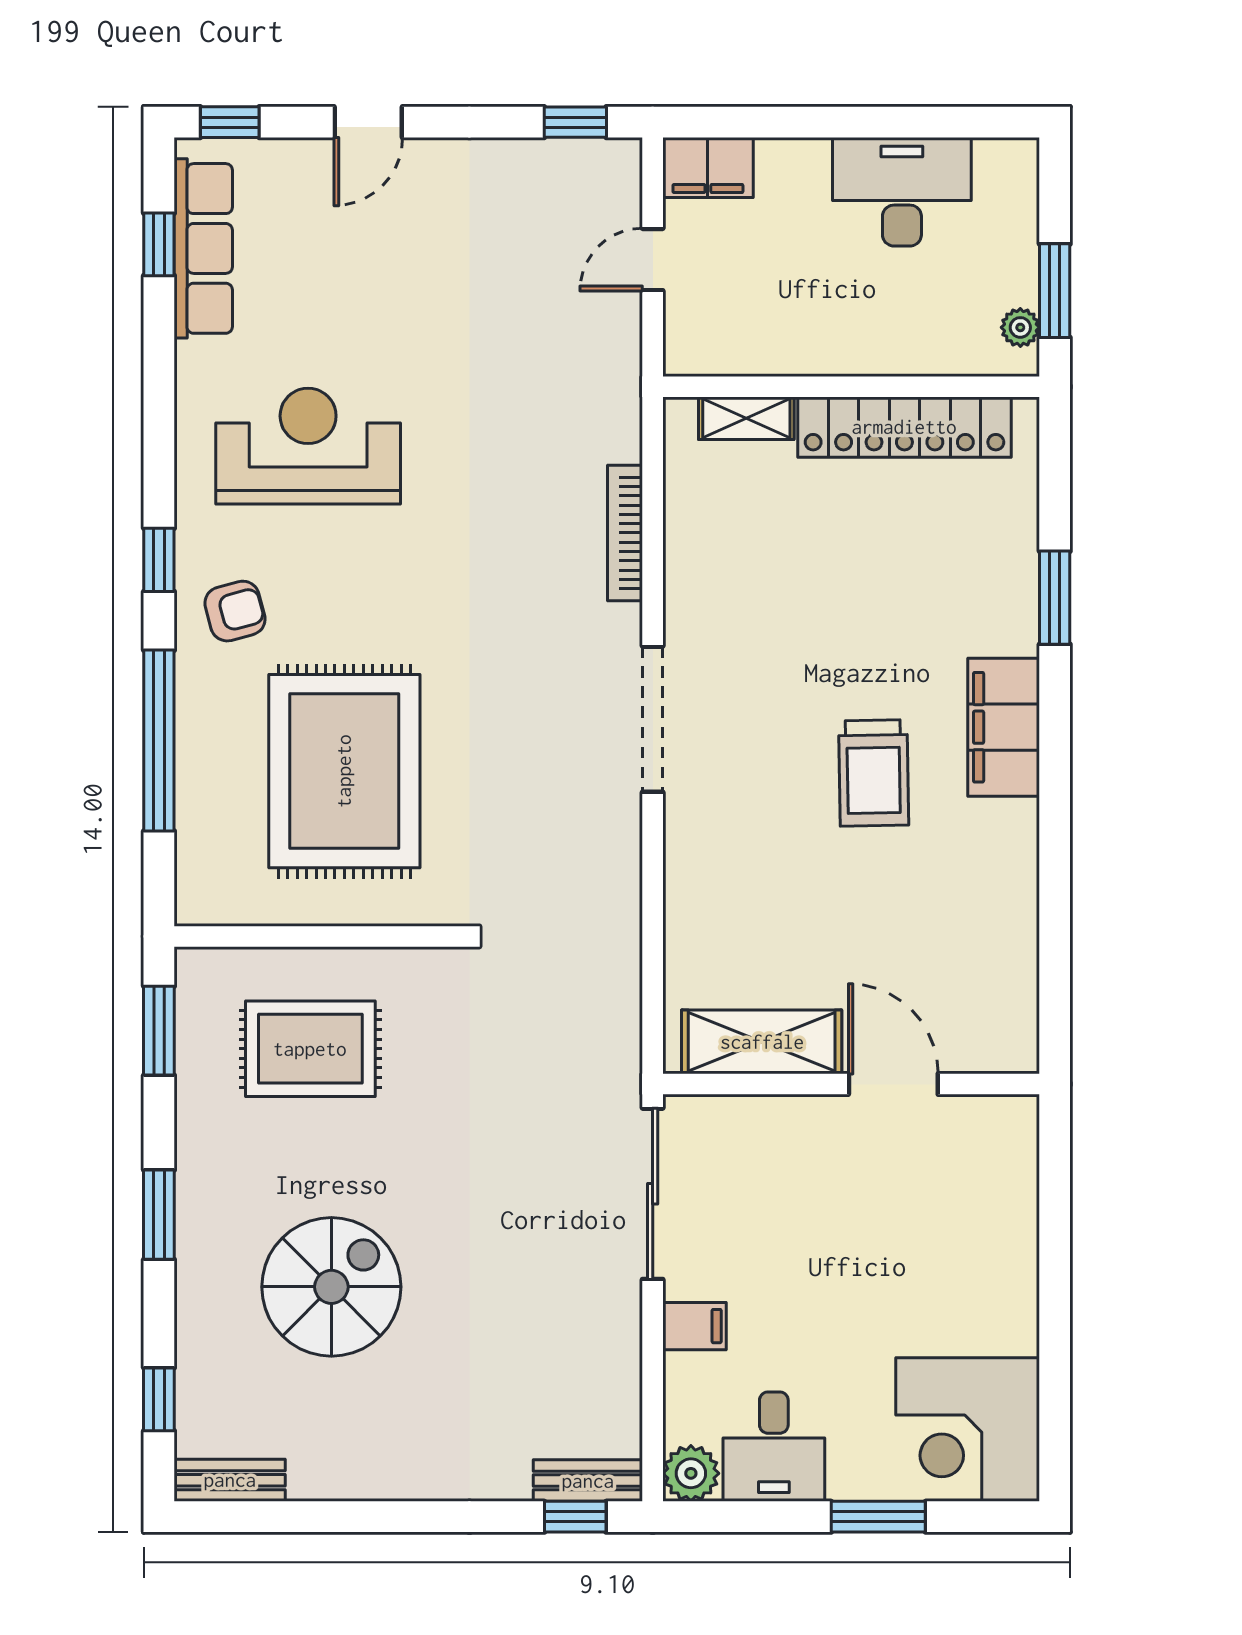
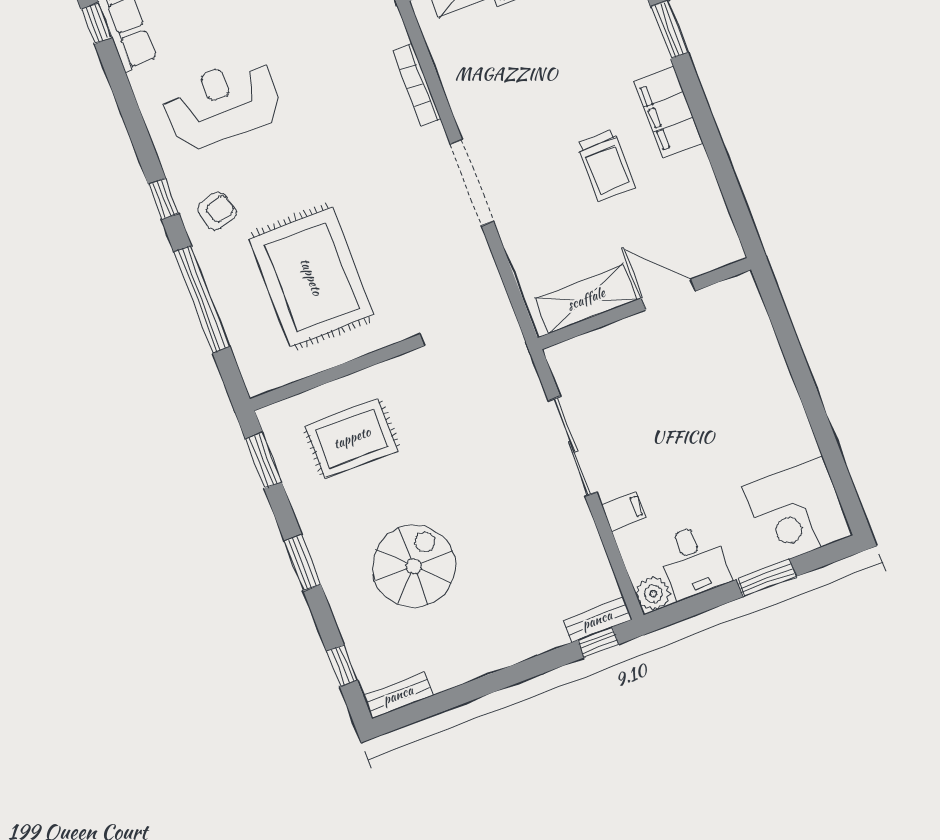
shelving: (762, 1042) -> (586, 299), moved
wall: (851, 1084) -> (645, 304), moved
door: (893, 1084) -> (668, 295), moved

